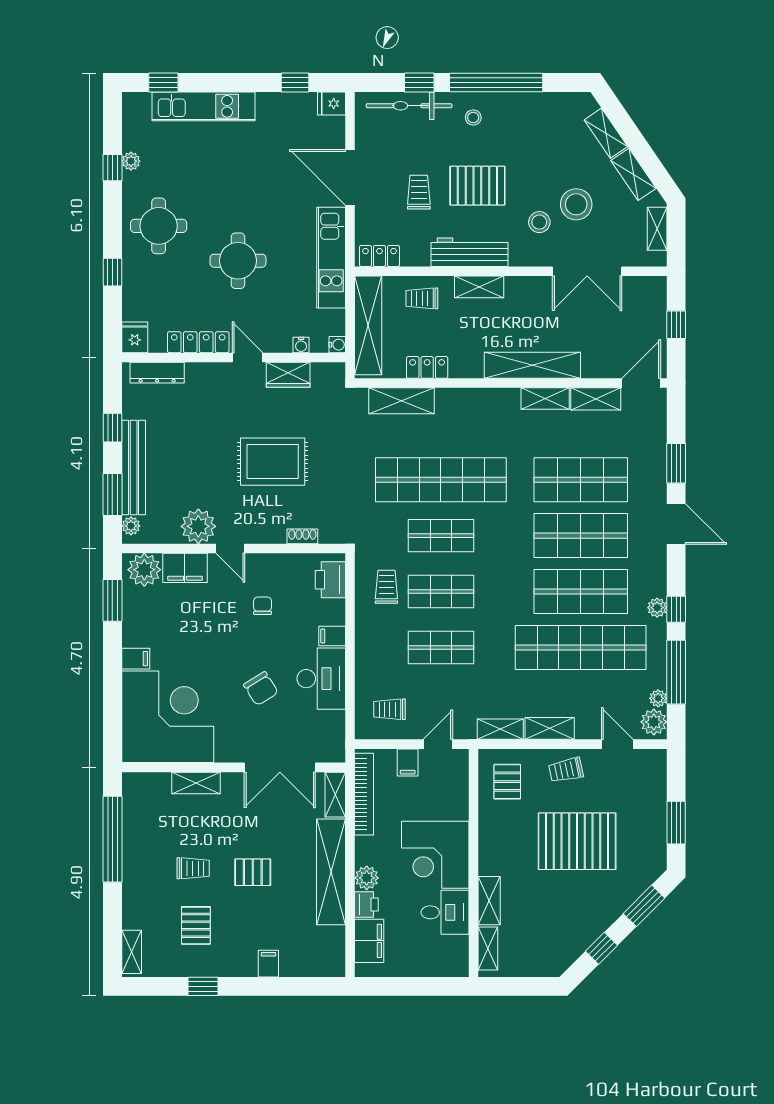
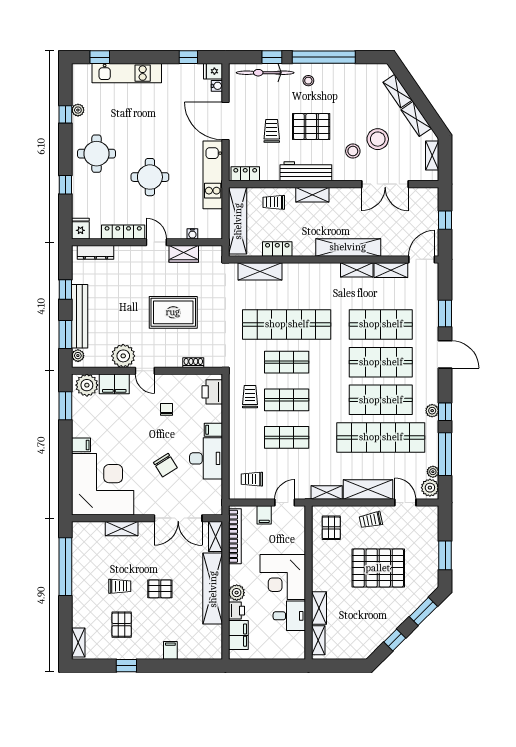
water cooler: (337, 345) -> (217, 86), moved
shelving: (550, 728) -> (368, 490), width x1.50, depth x1.33

